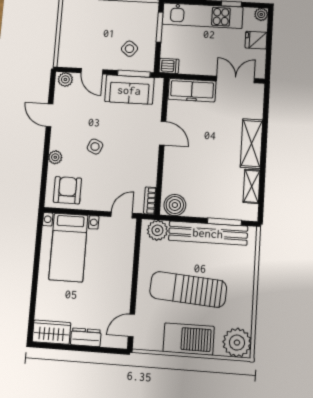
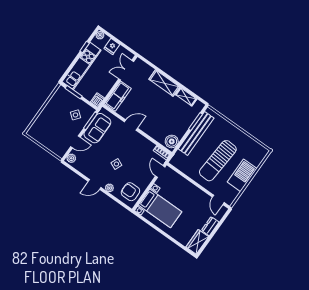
door: (50, 115) -> (95, 184), moved
plant: (157, 230) -> (179, 158), removed
plant: (237, 343) -> (258, 152), removed

